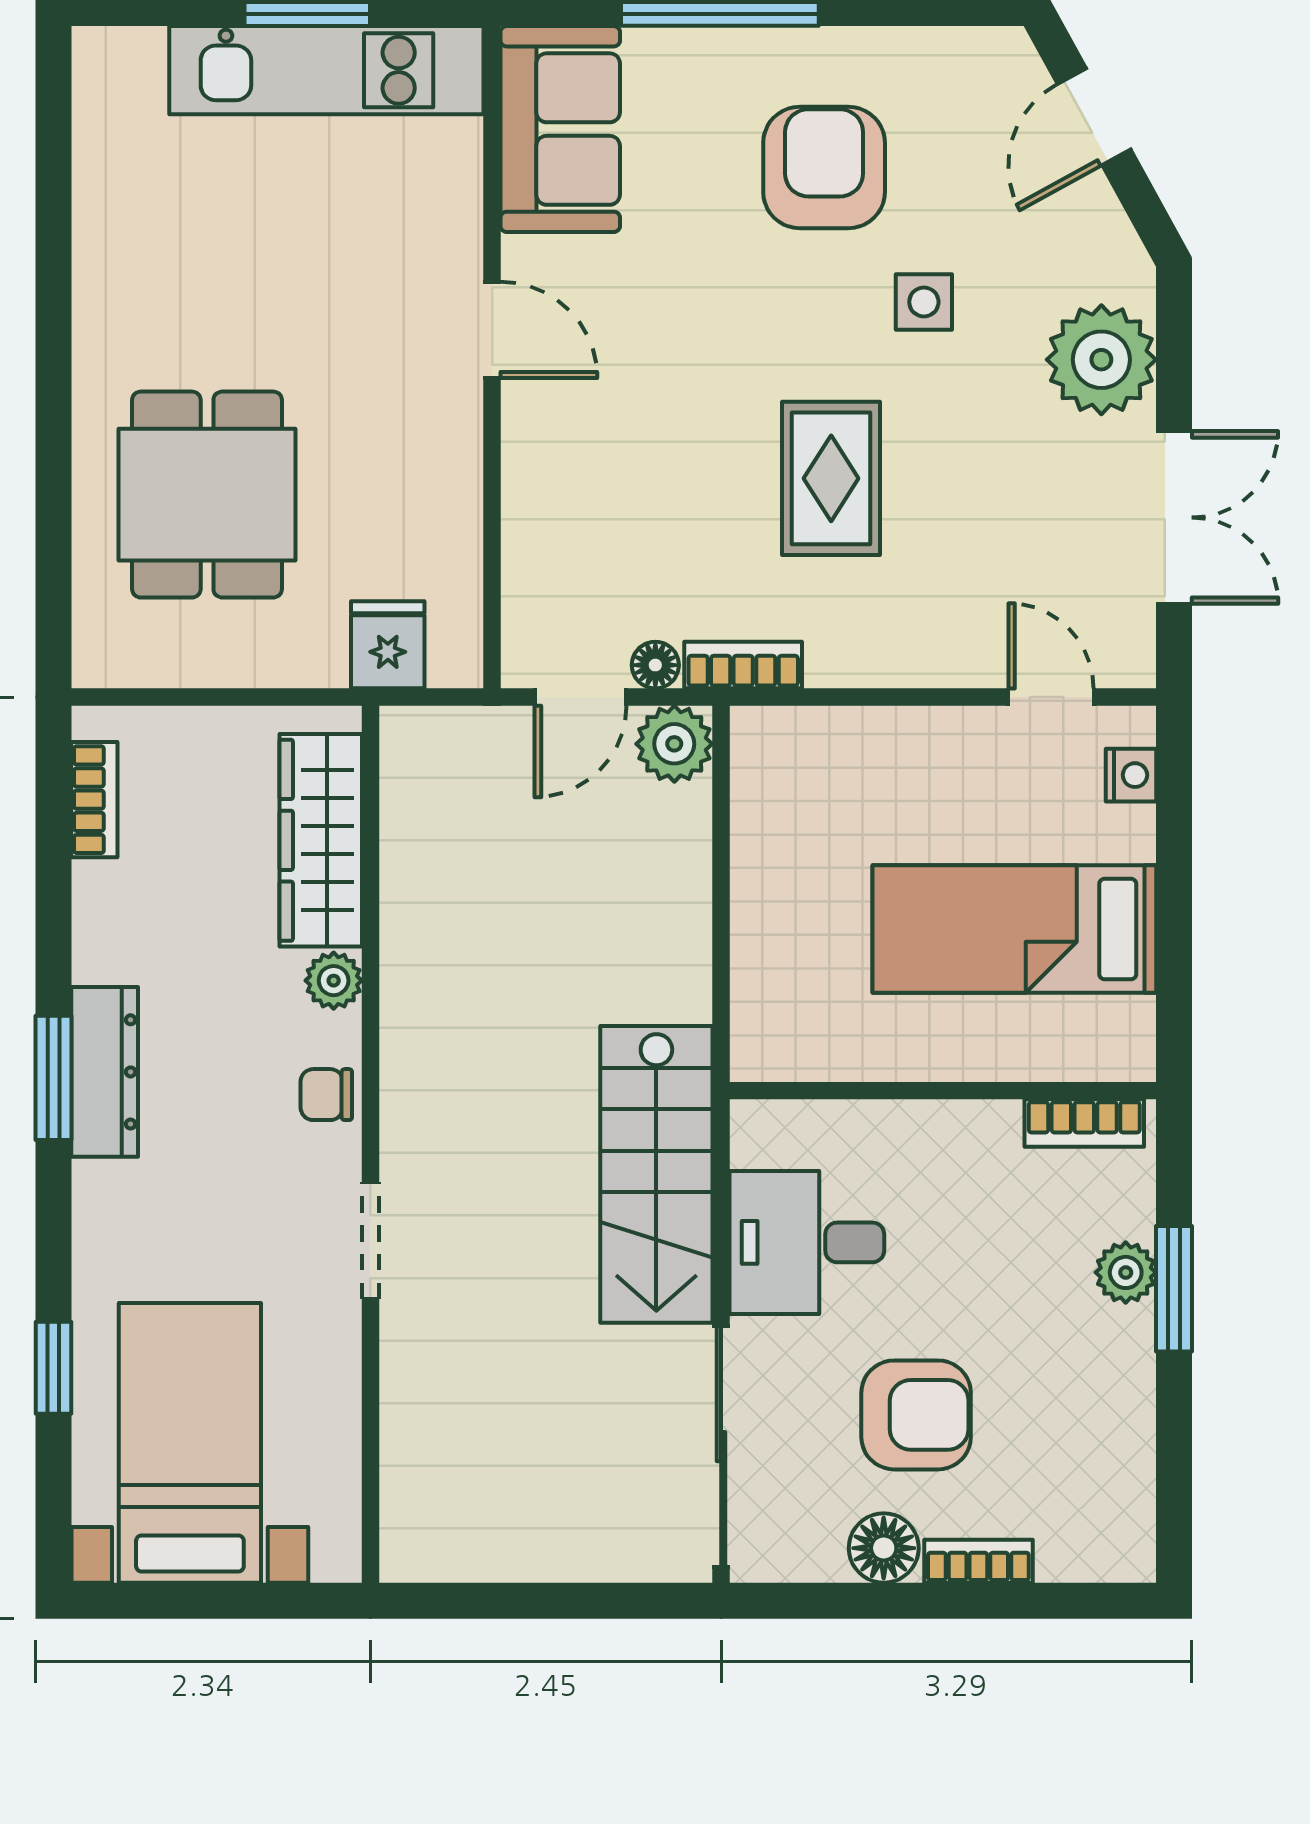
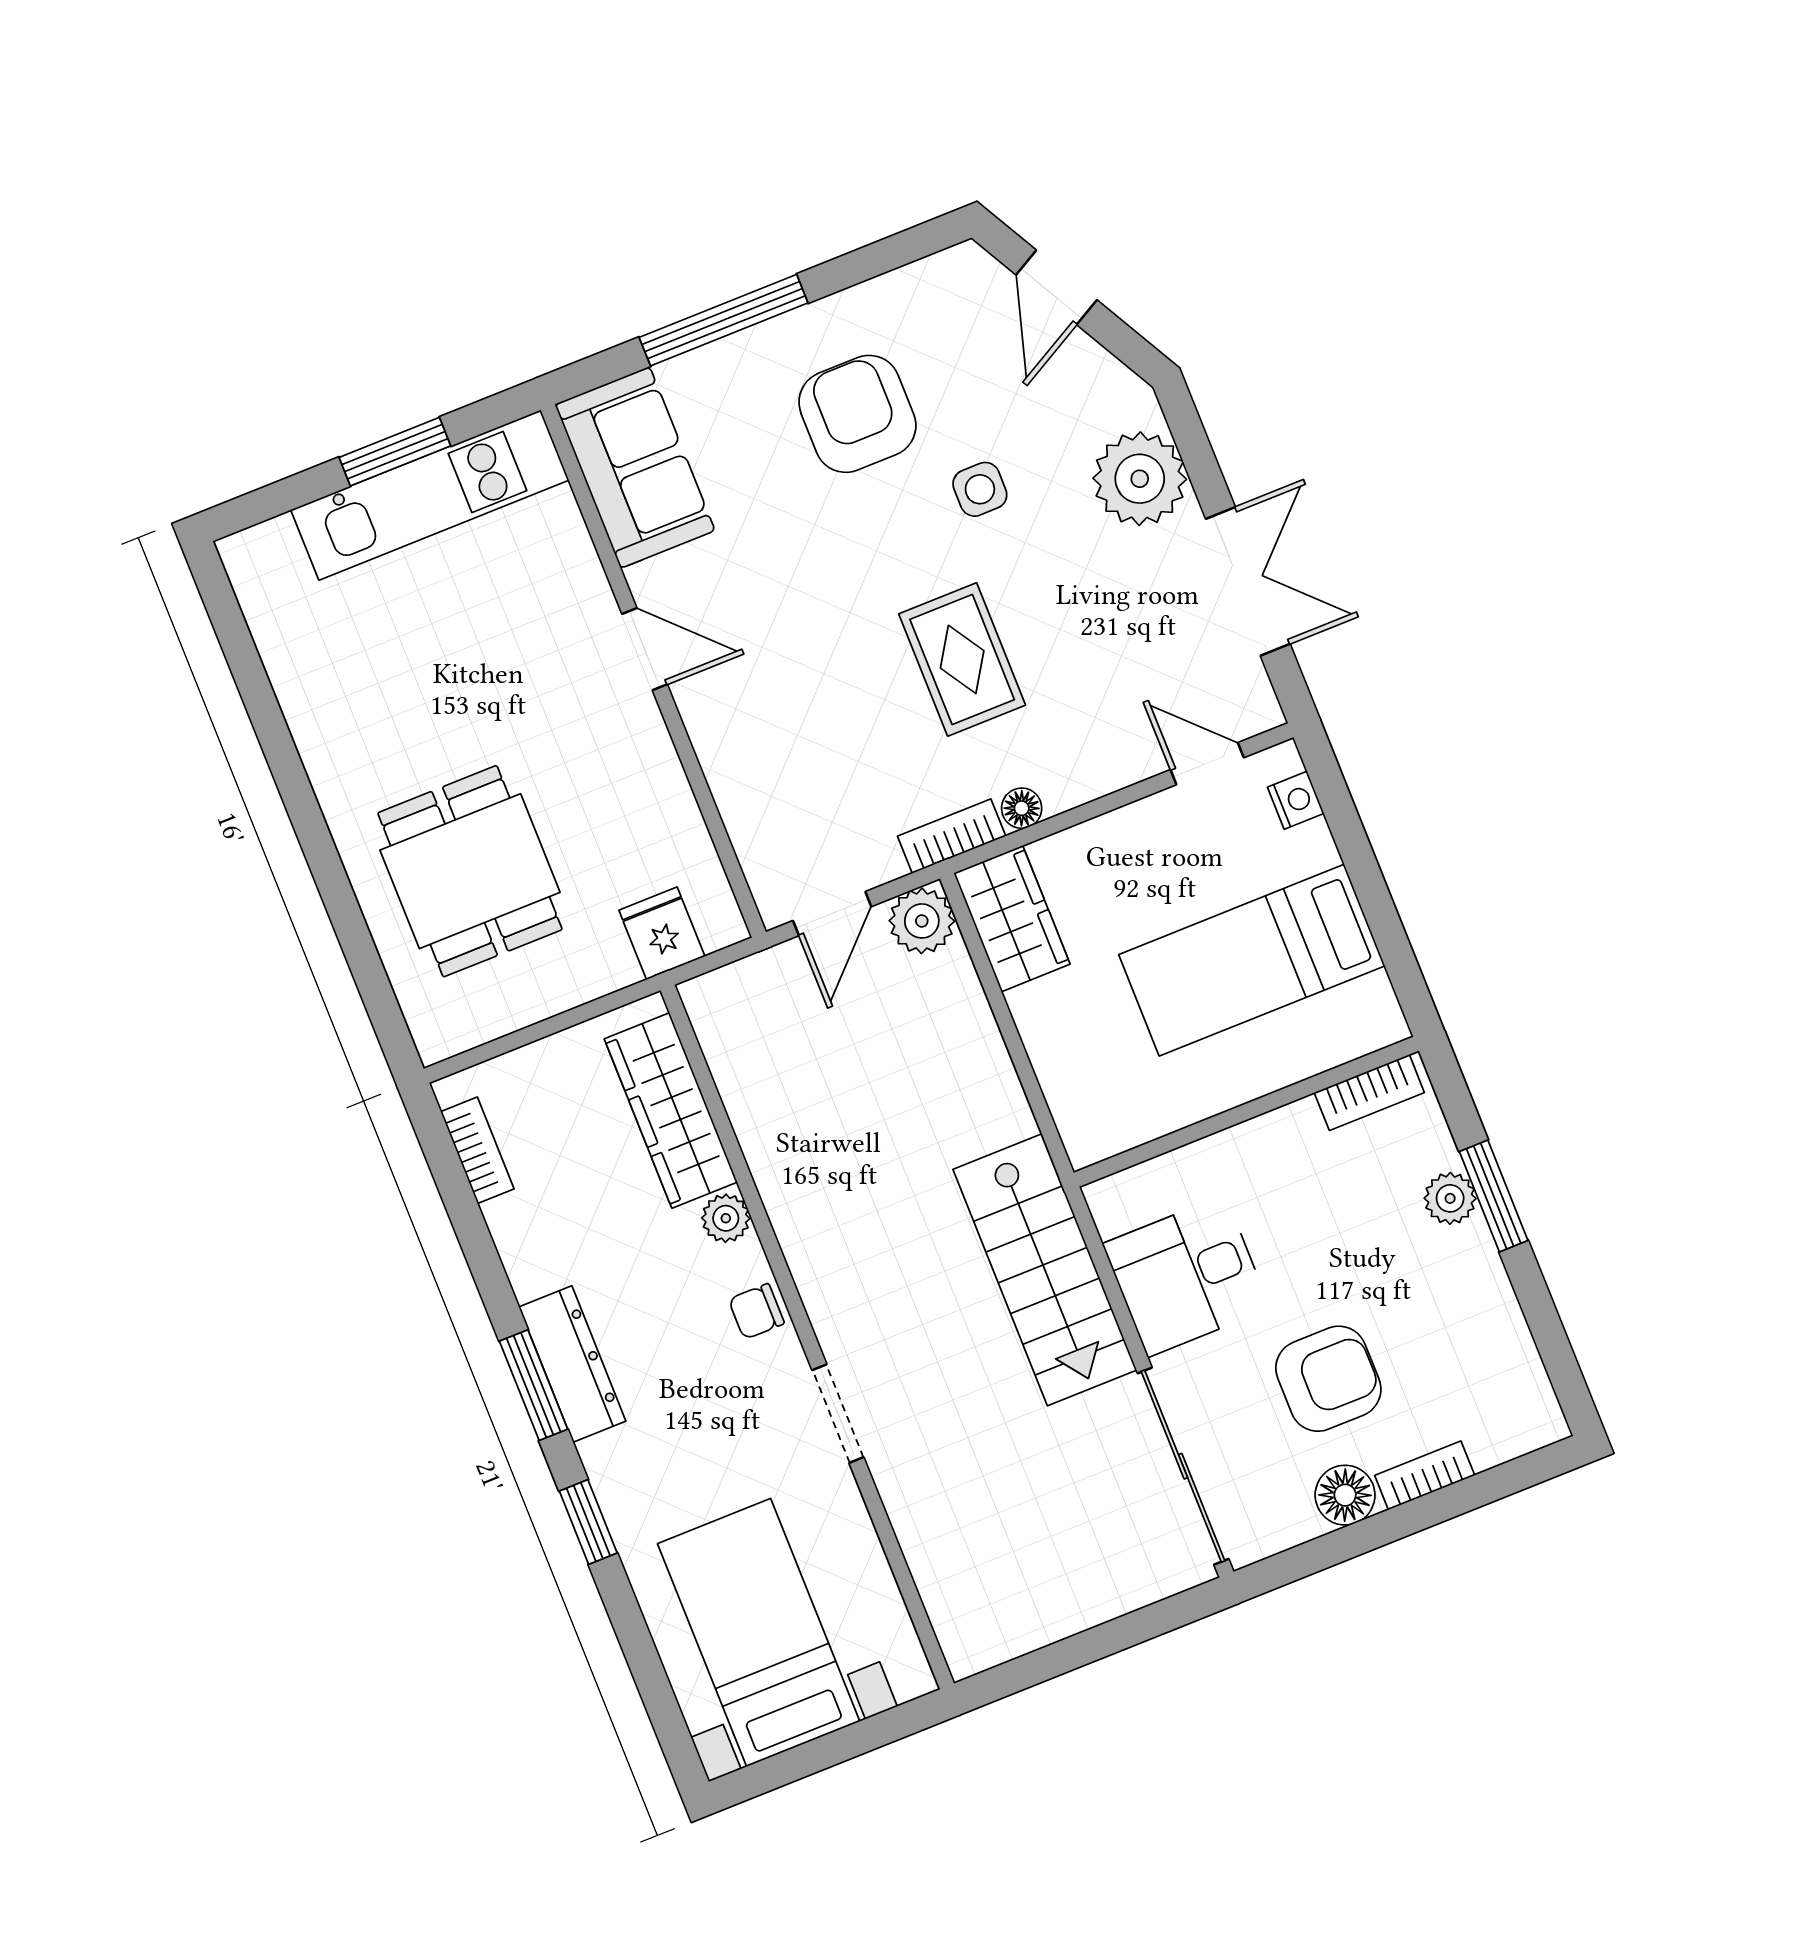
floor lamp: (655, 665) -> (1022, 808), moved
wardrobe: (773, 780) -> (1012, 919), added
window: (53, 1368) -> (588, 1522), moved

